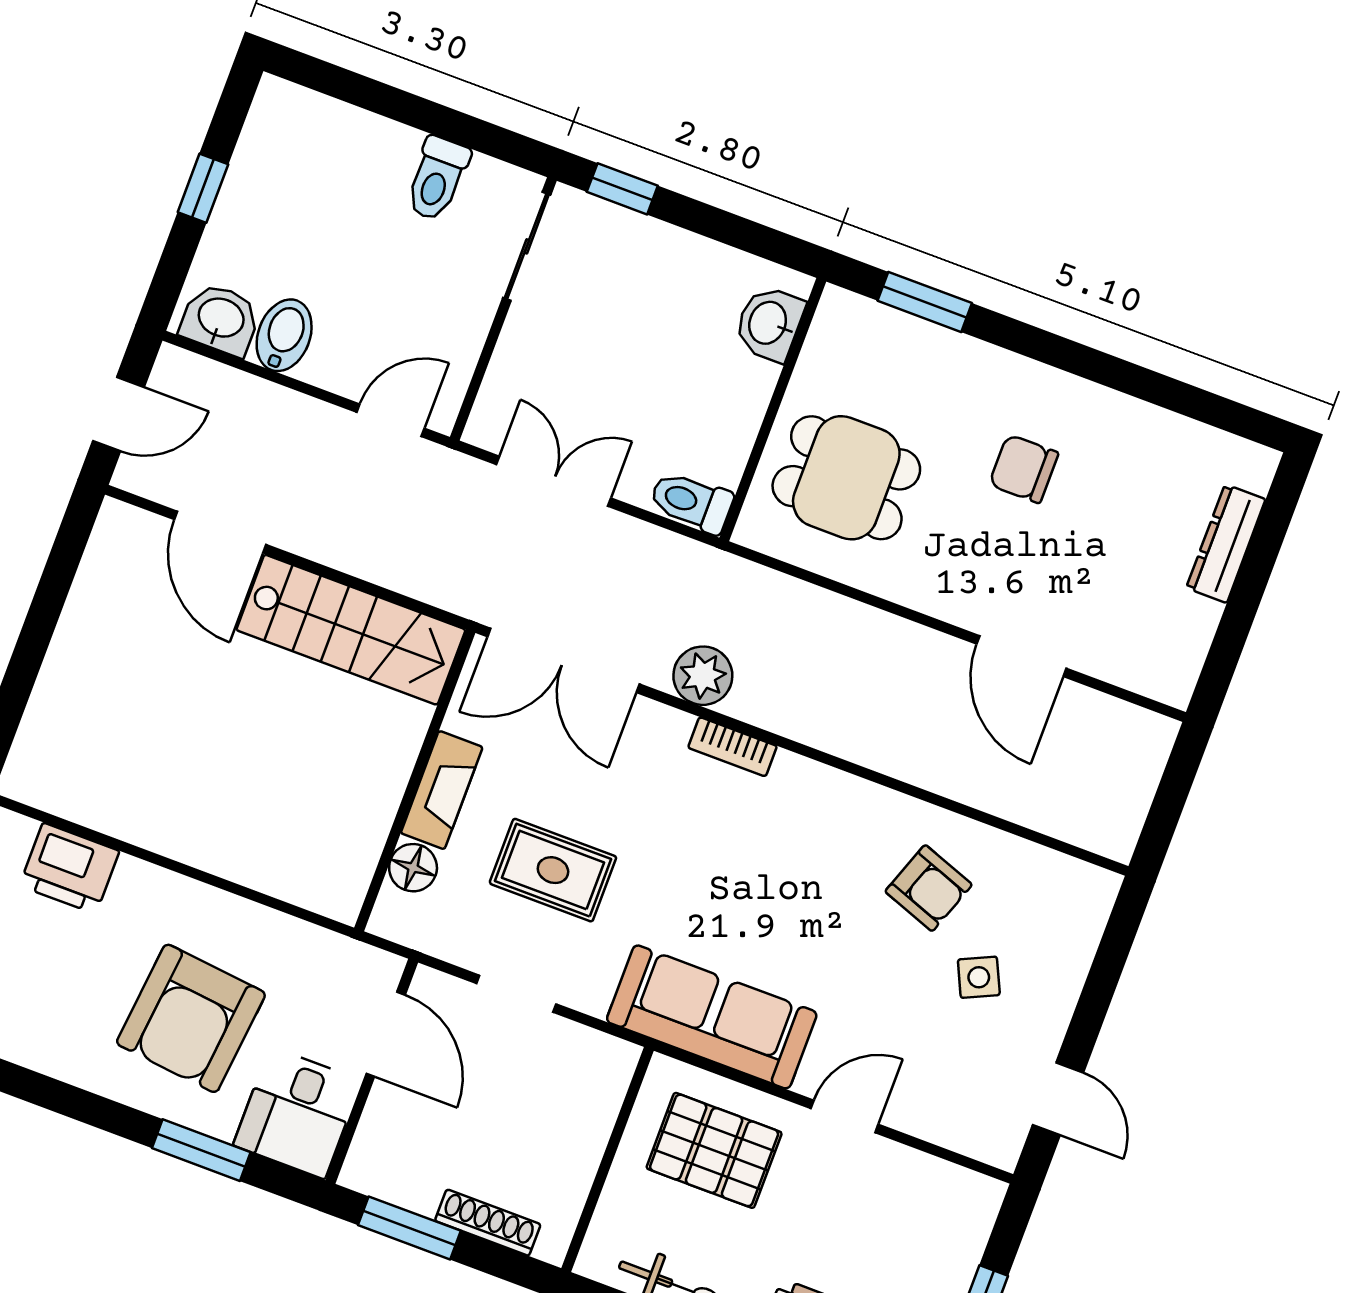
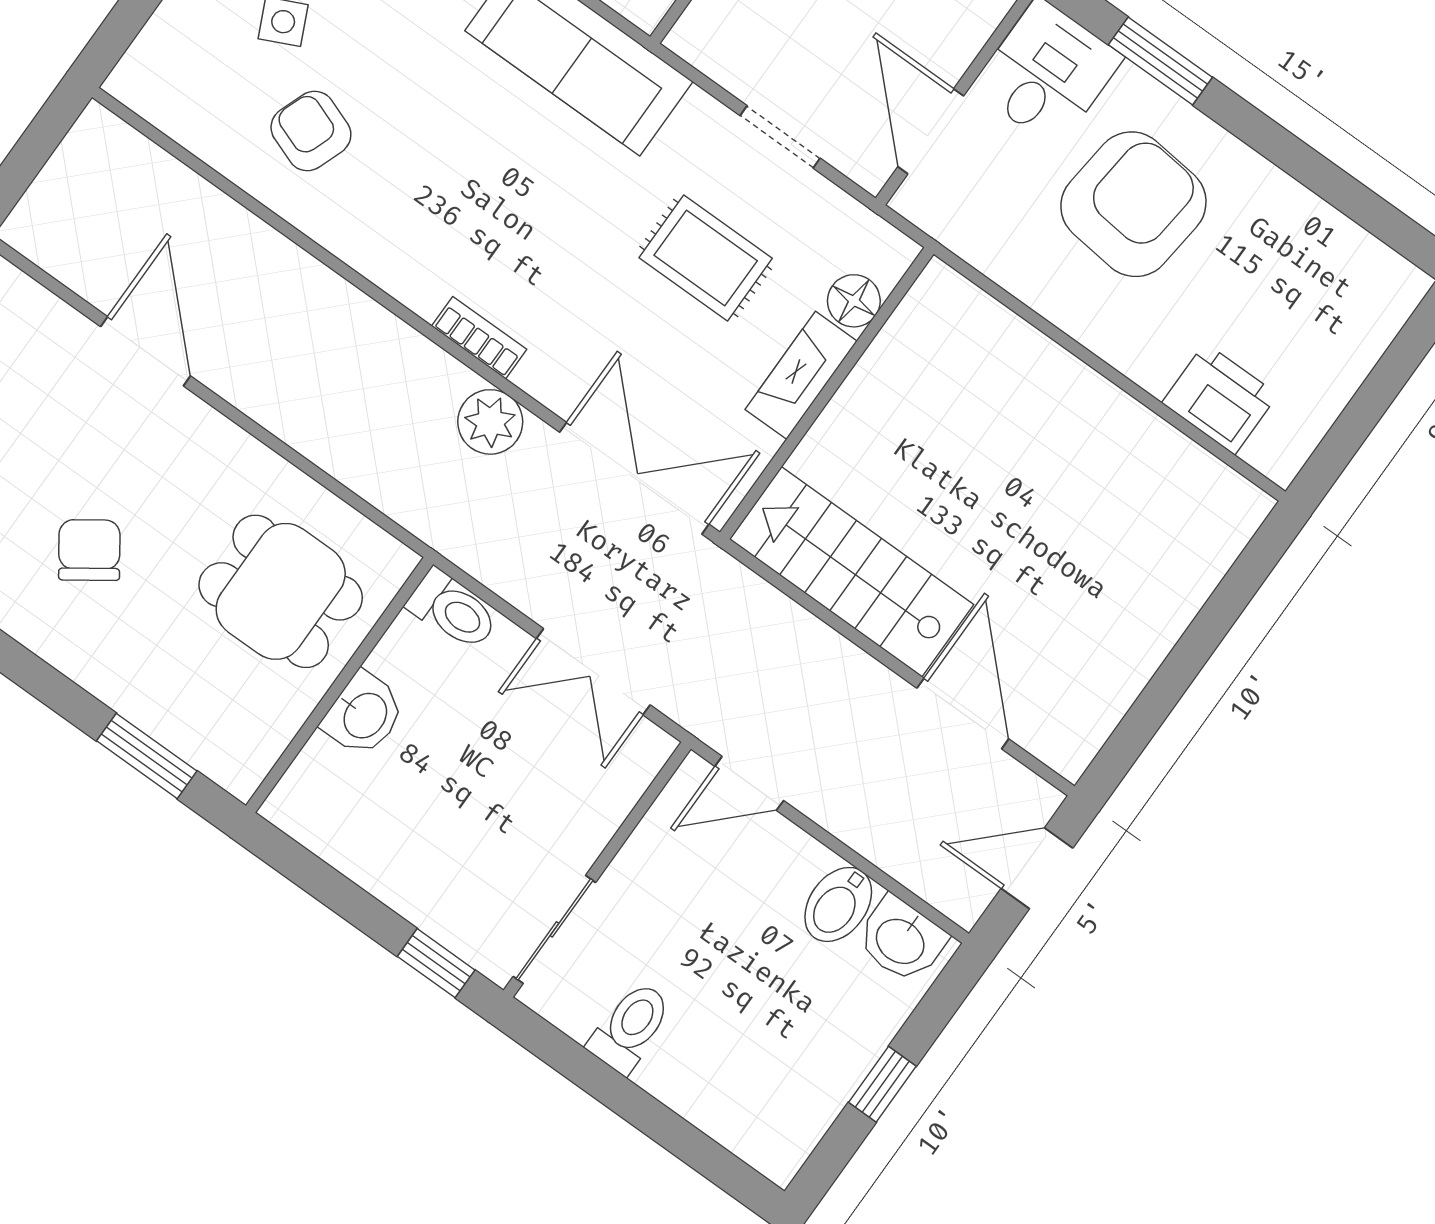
washbasin: (769, 323) -> (364, 715), moved
chair: (1024, 469) -> (89, 550), turned -125

